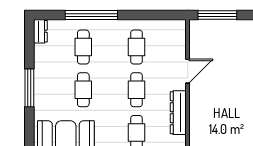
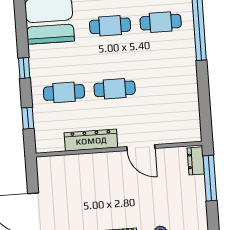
dresser: (202, 26) -> (196, 161), added
cafe table: (137, 47) -> (165, 85), removed

